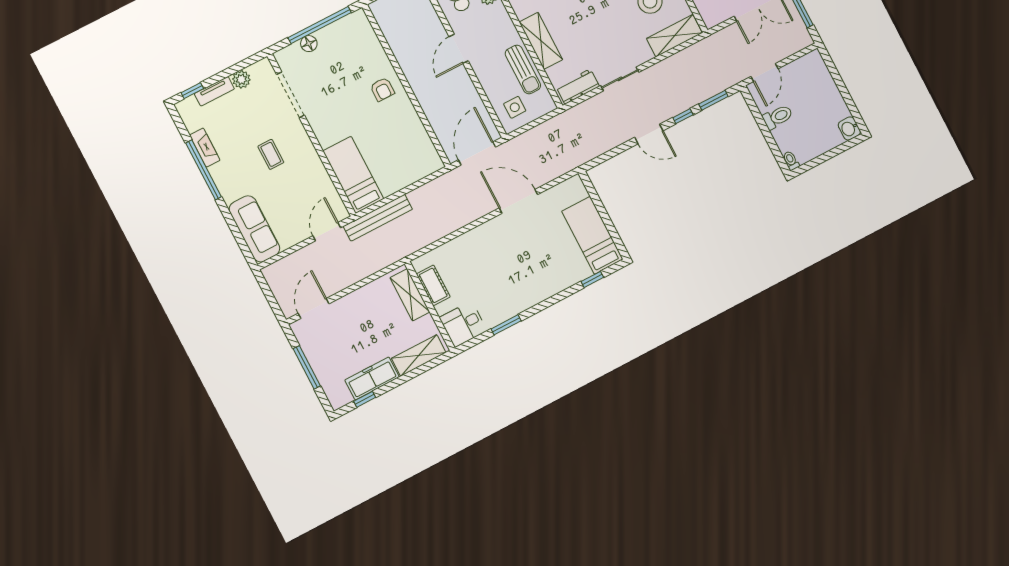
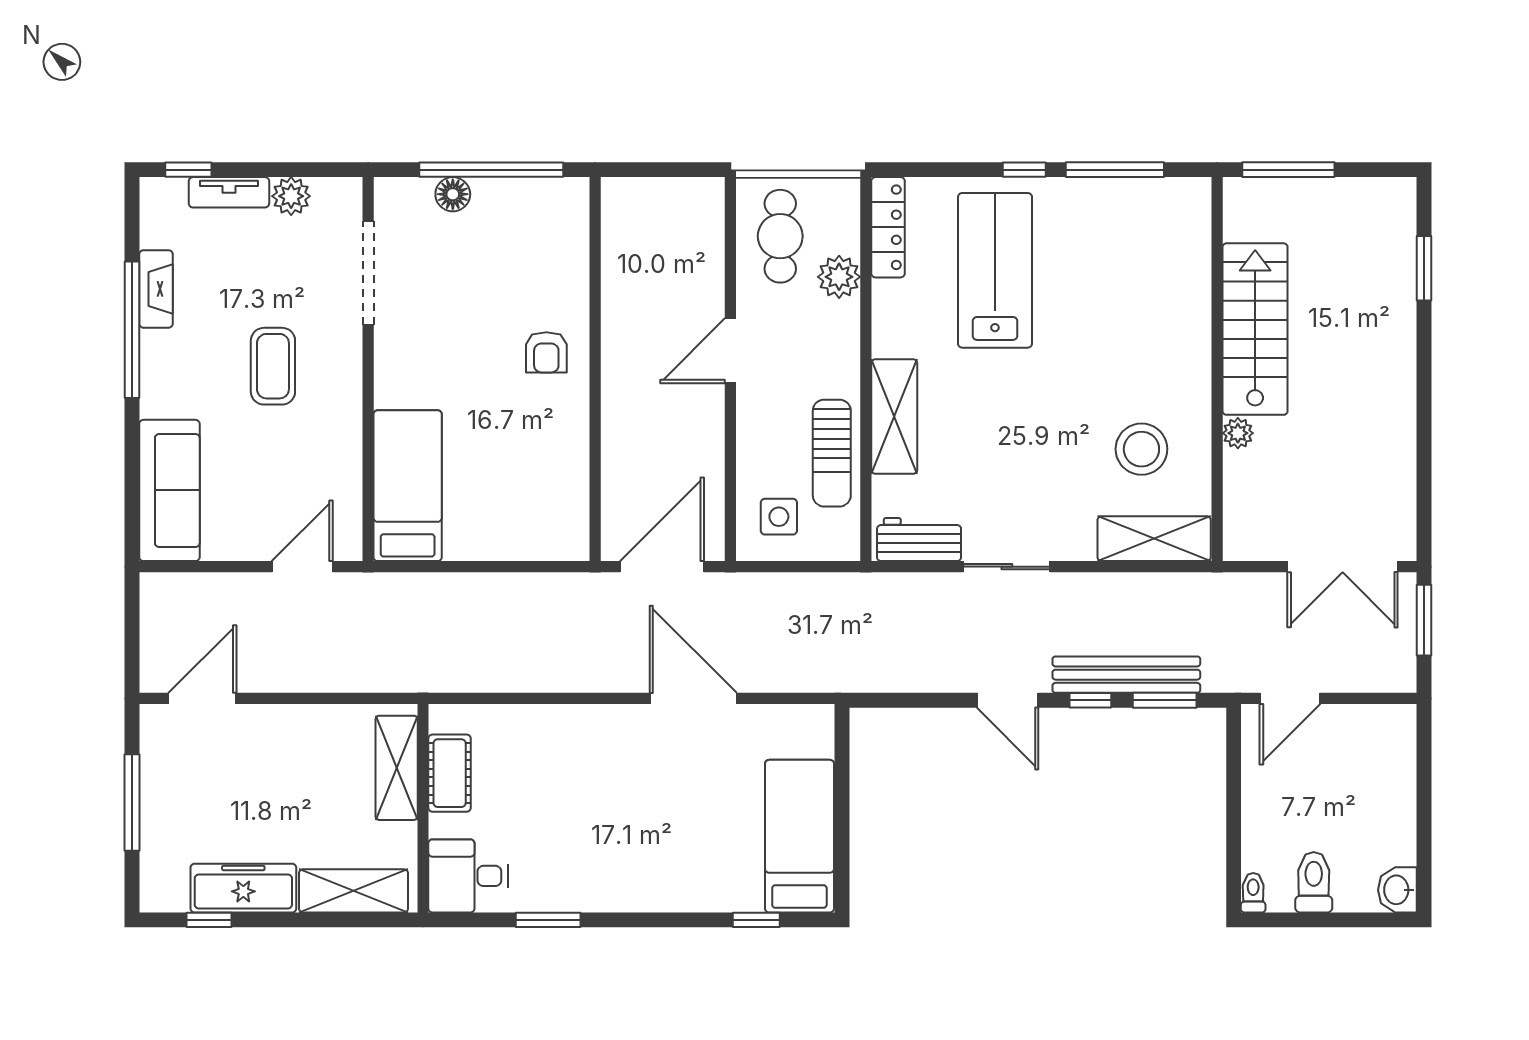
toilet: (778, 117) -> (1314, 882), moved, turned -90
coffee table: (271, 154) -> (273, 366), width x1.36, depth x1.30
bench: (378, 218) -> (1126, 675), moved

